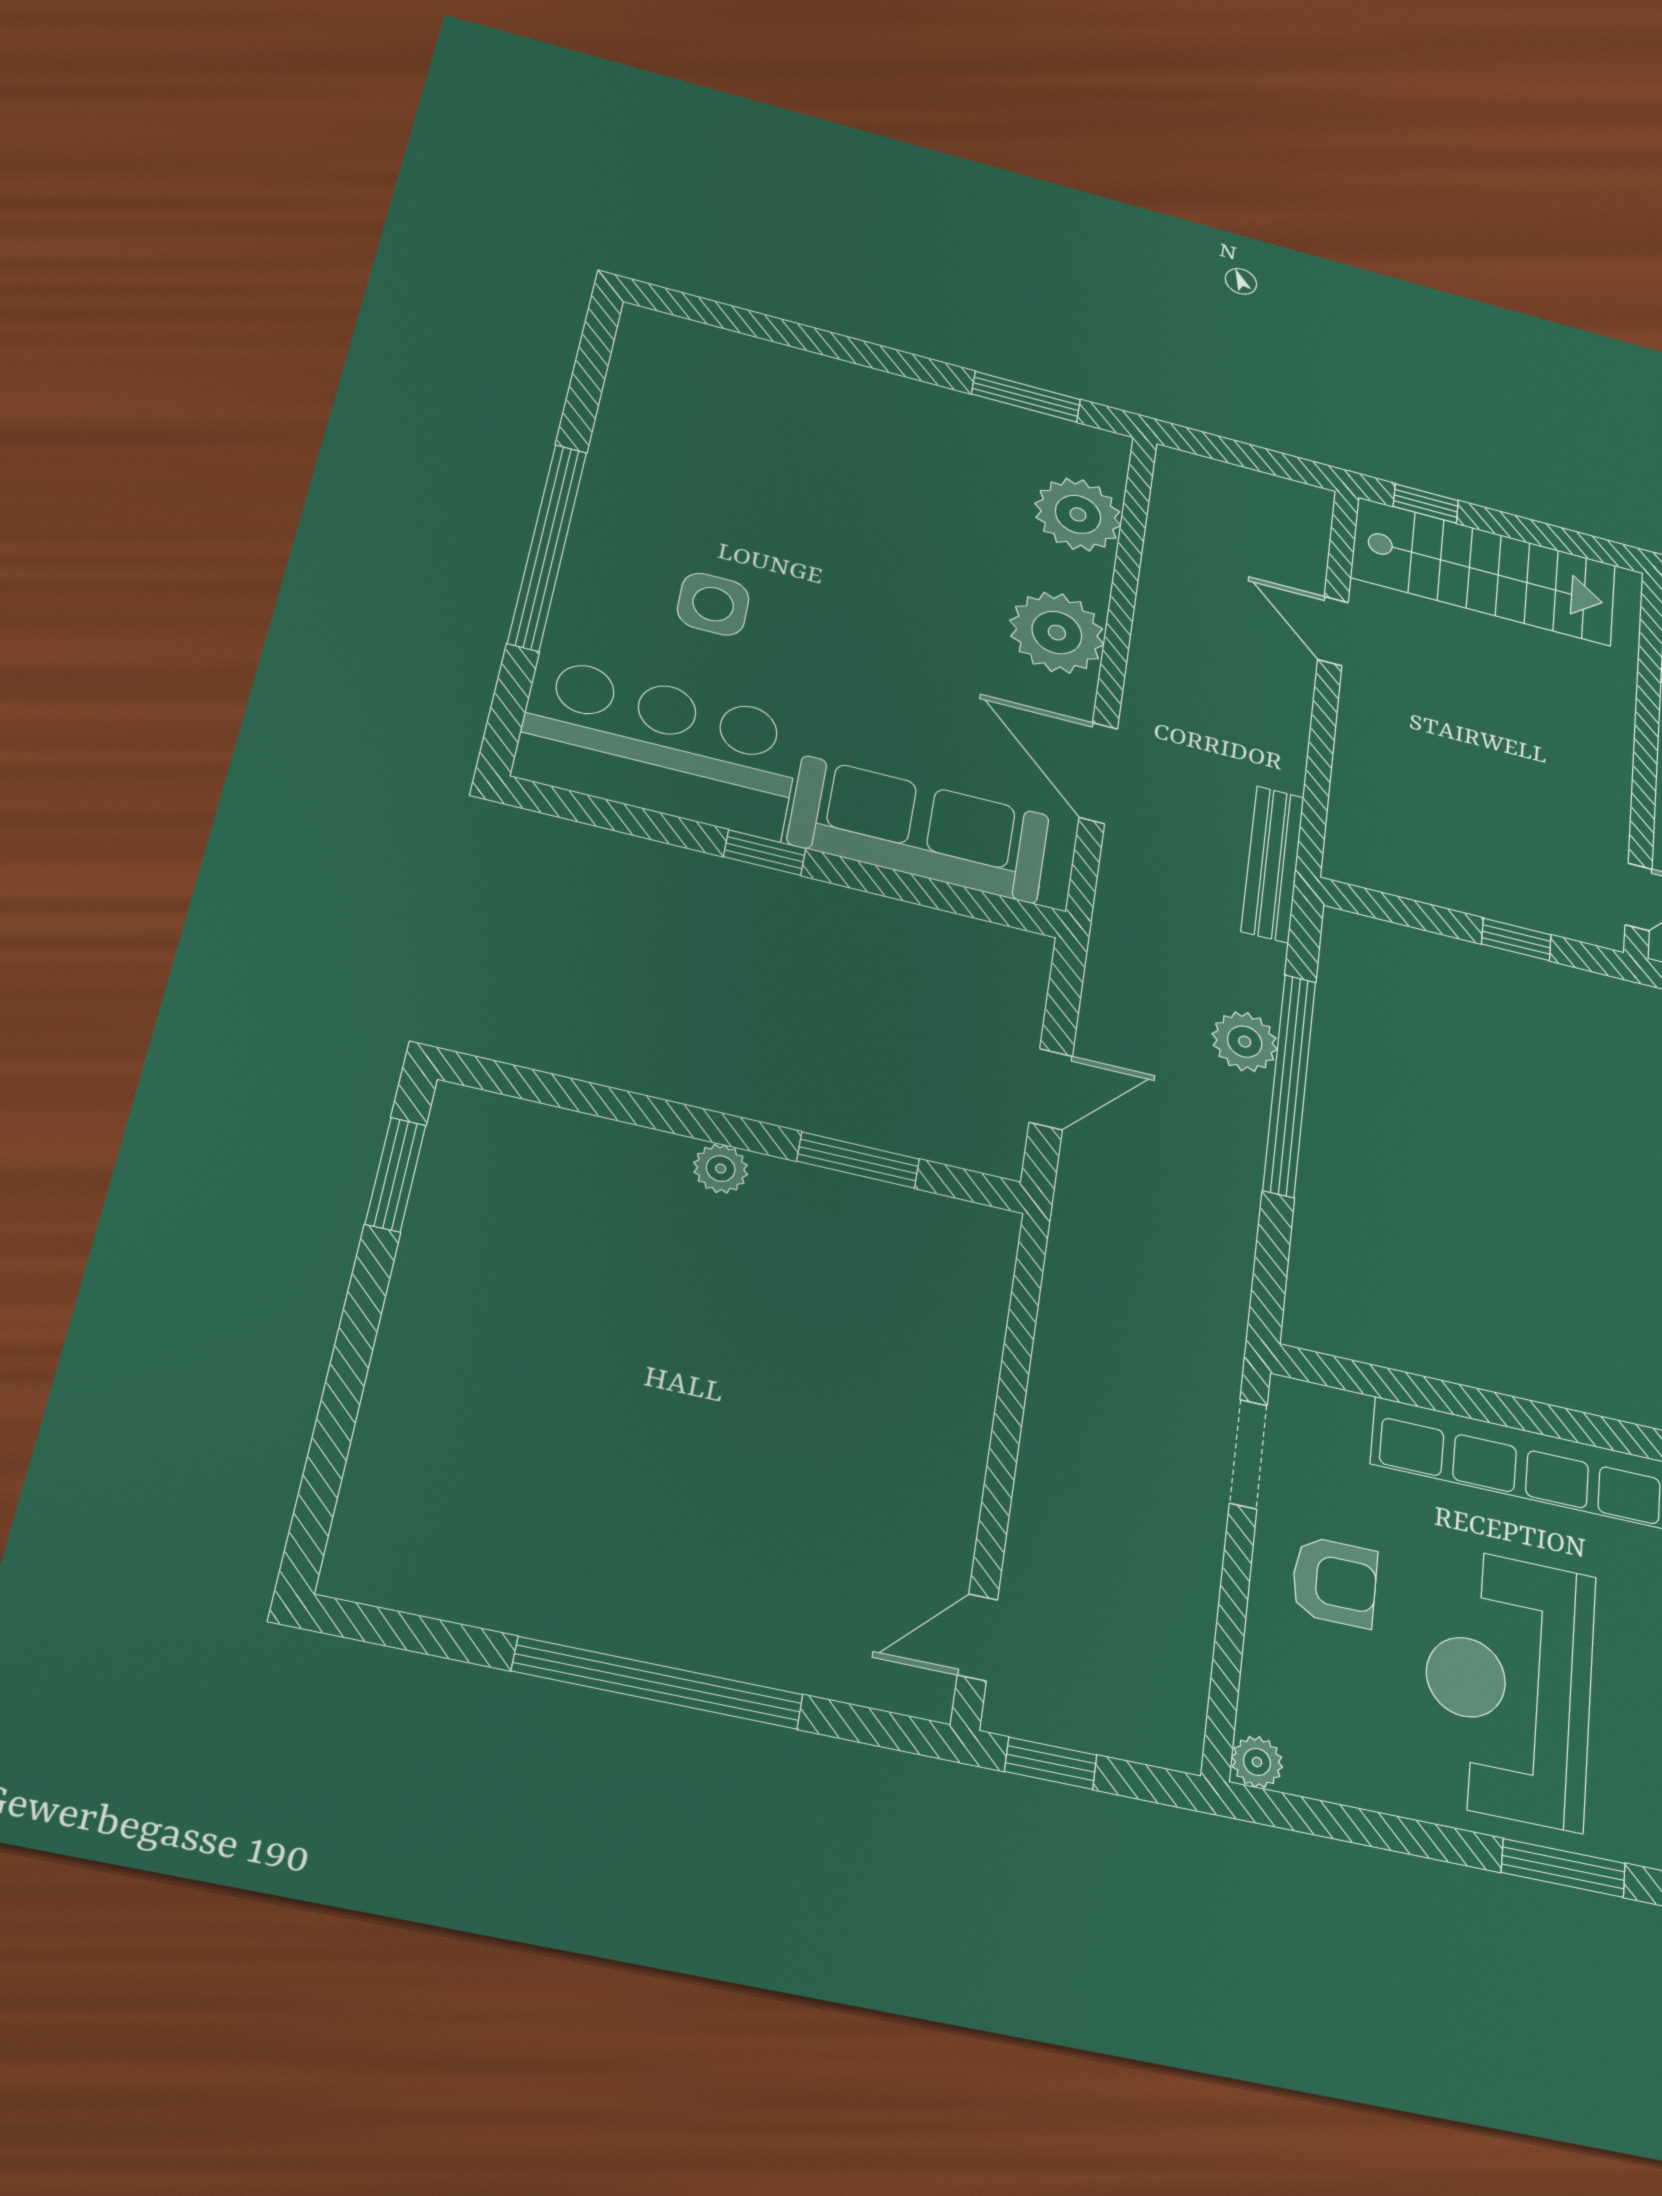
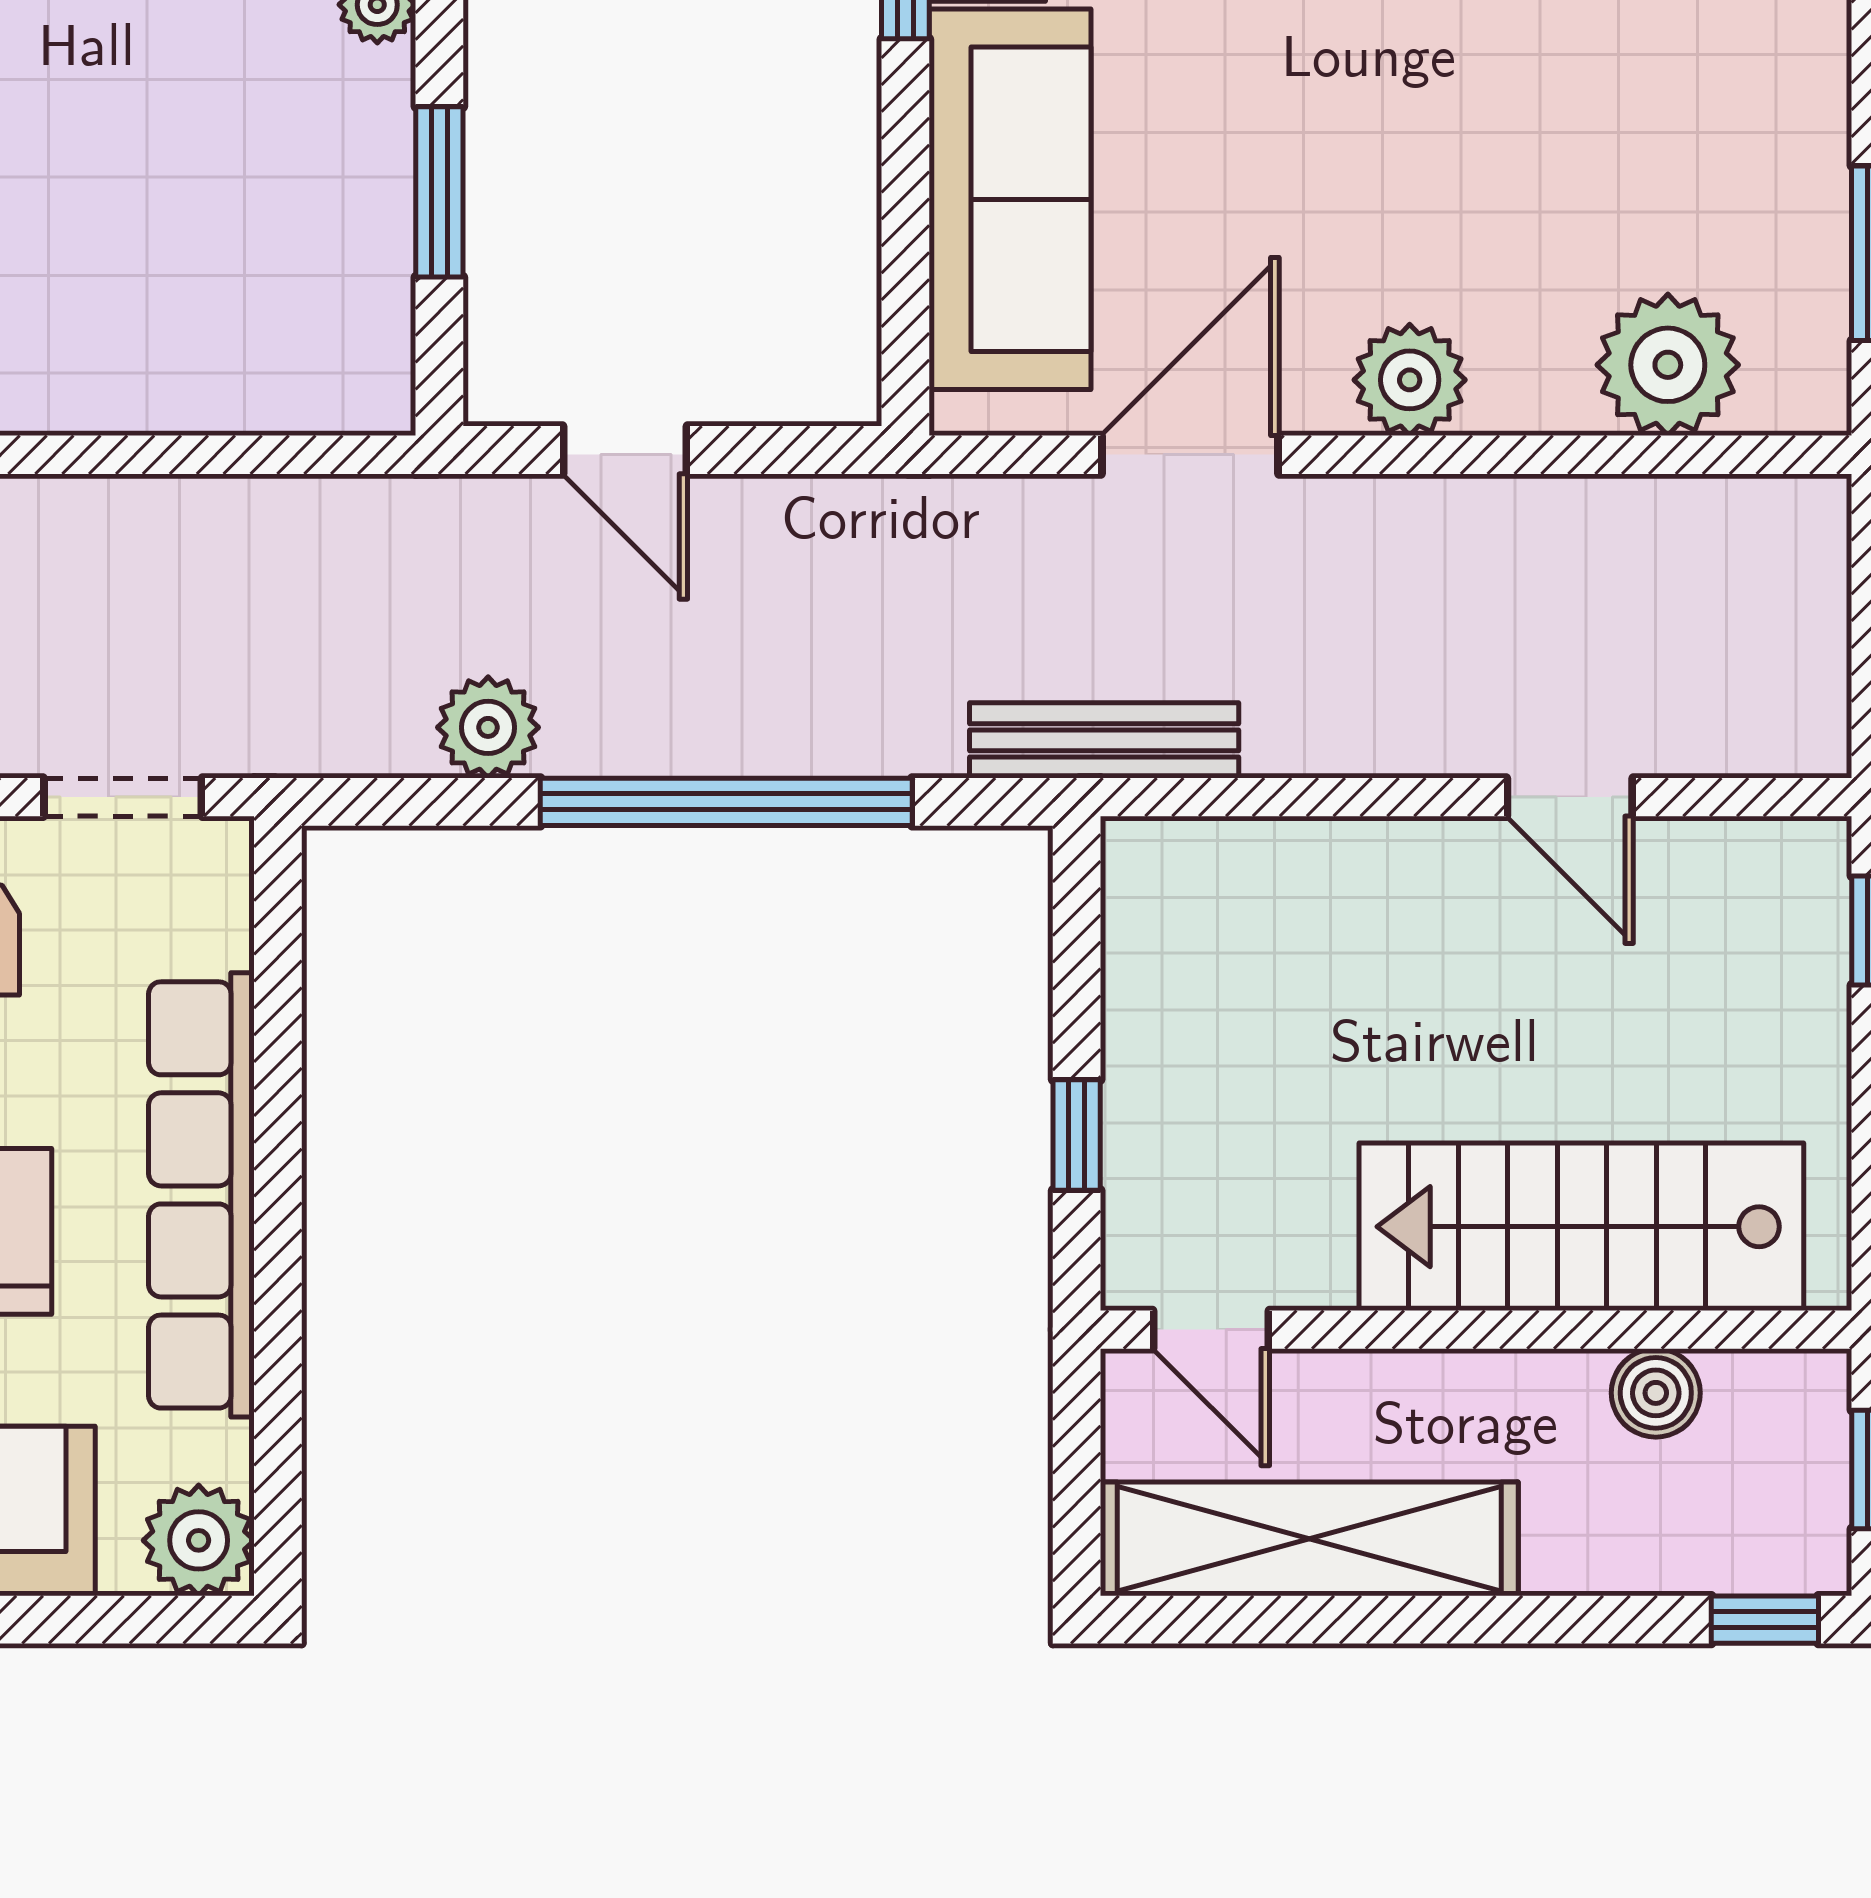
stairs: (1484, 571) -> (1581, 1227), moved, turned 90
door: (1333, 631) -> (1570, 797), swing flipped
plant: (1057, 633) -> (1410, 380), width x0.73, depth x0.73
plant: (1245, 1042) -> (488, 727), moved

